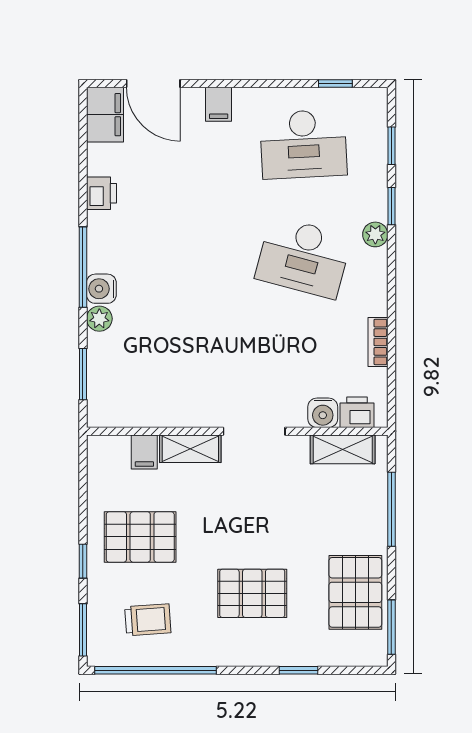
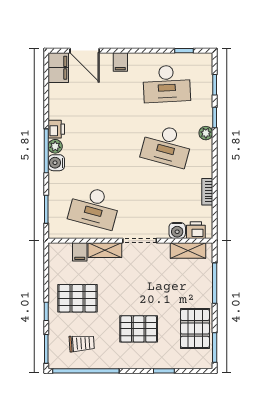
printer: (101, 193) -> (56, 129), moved
plant: (99, 319) -> (55, 146), moved
desk: (171, 371) -> (94, 207), added

